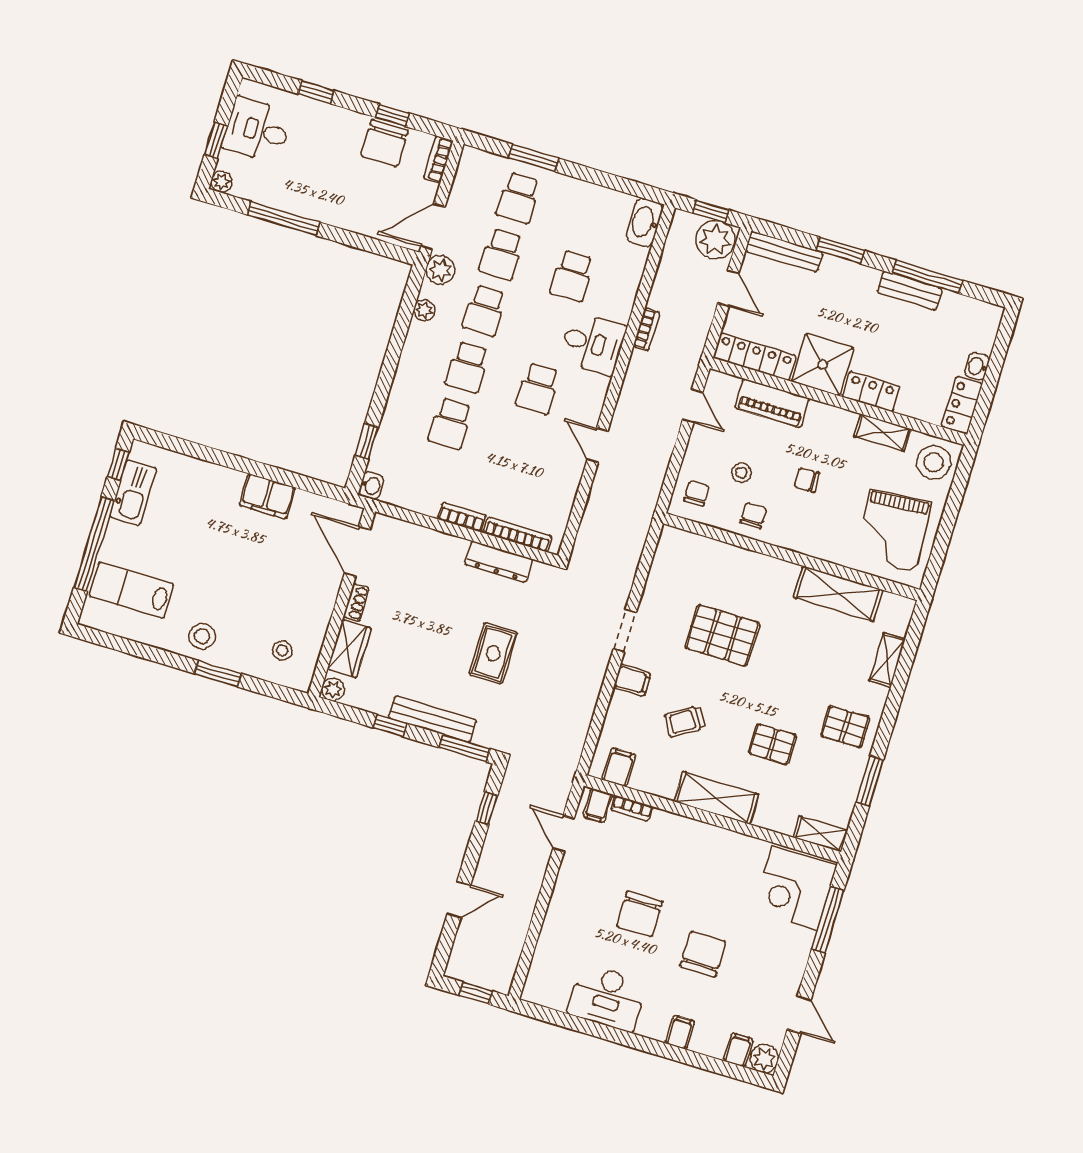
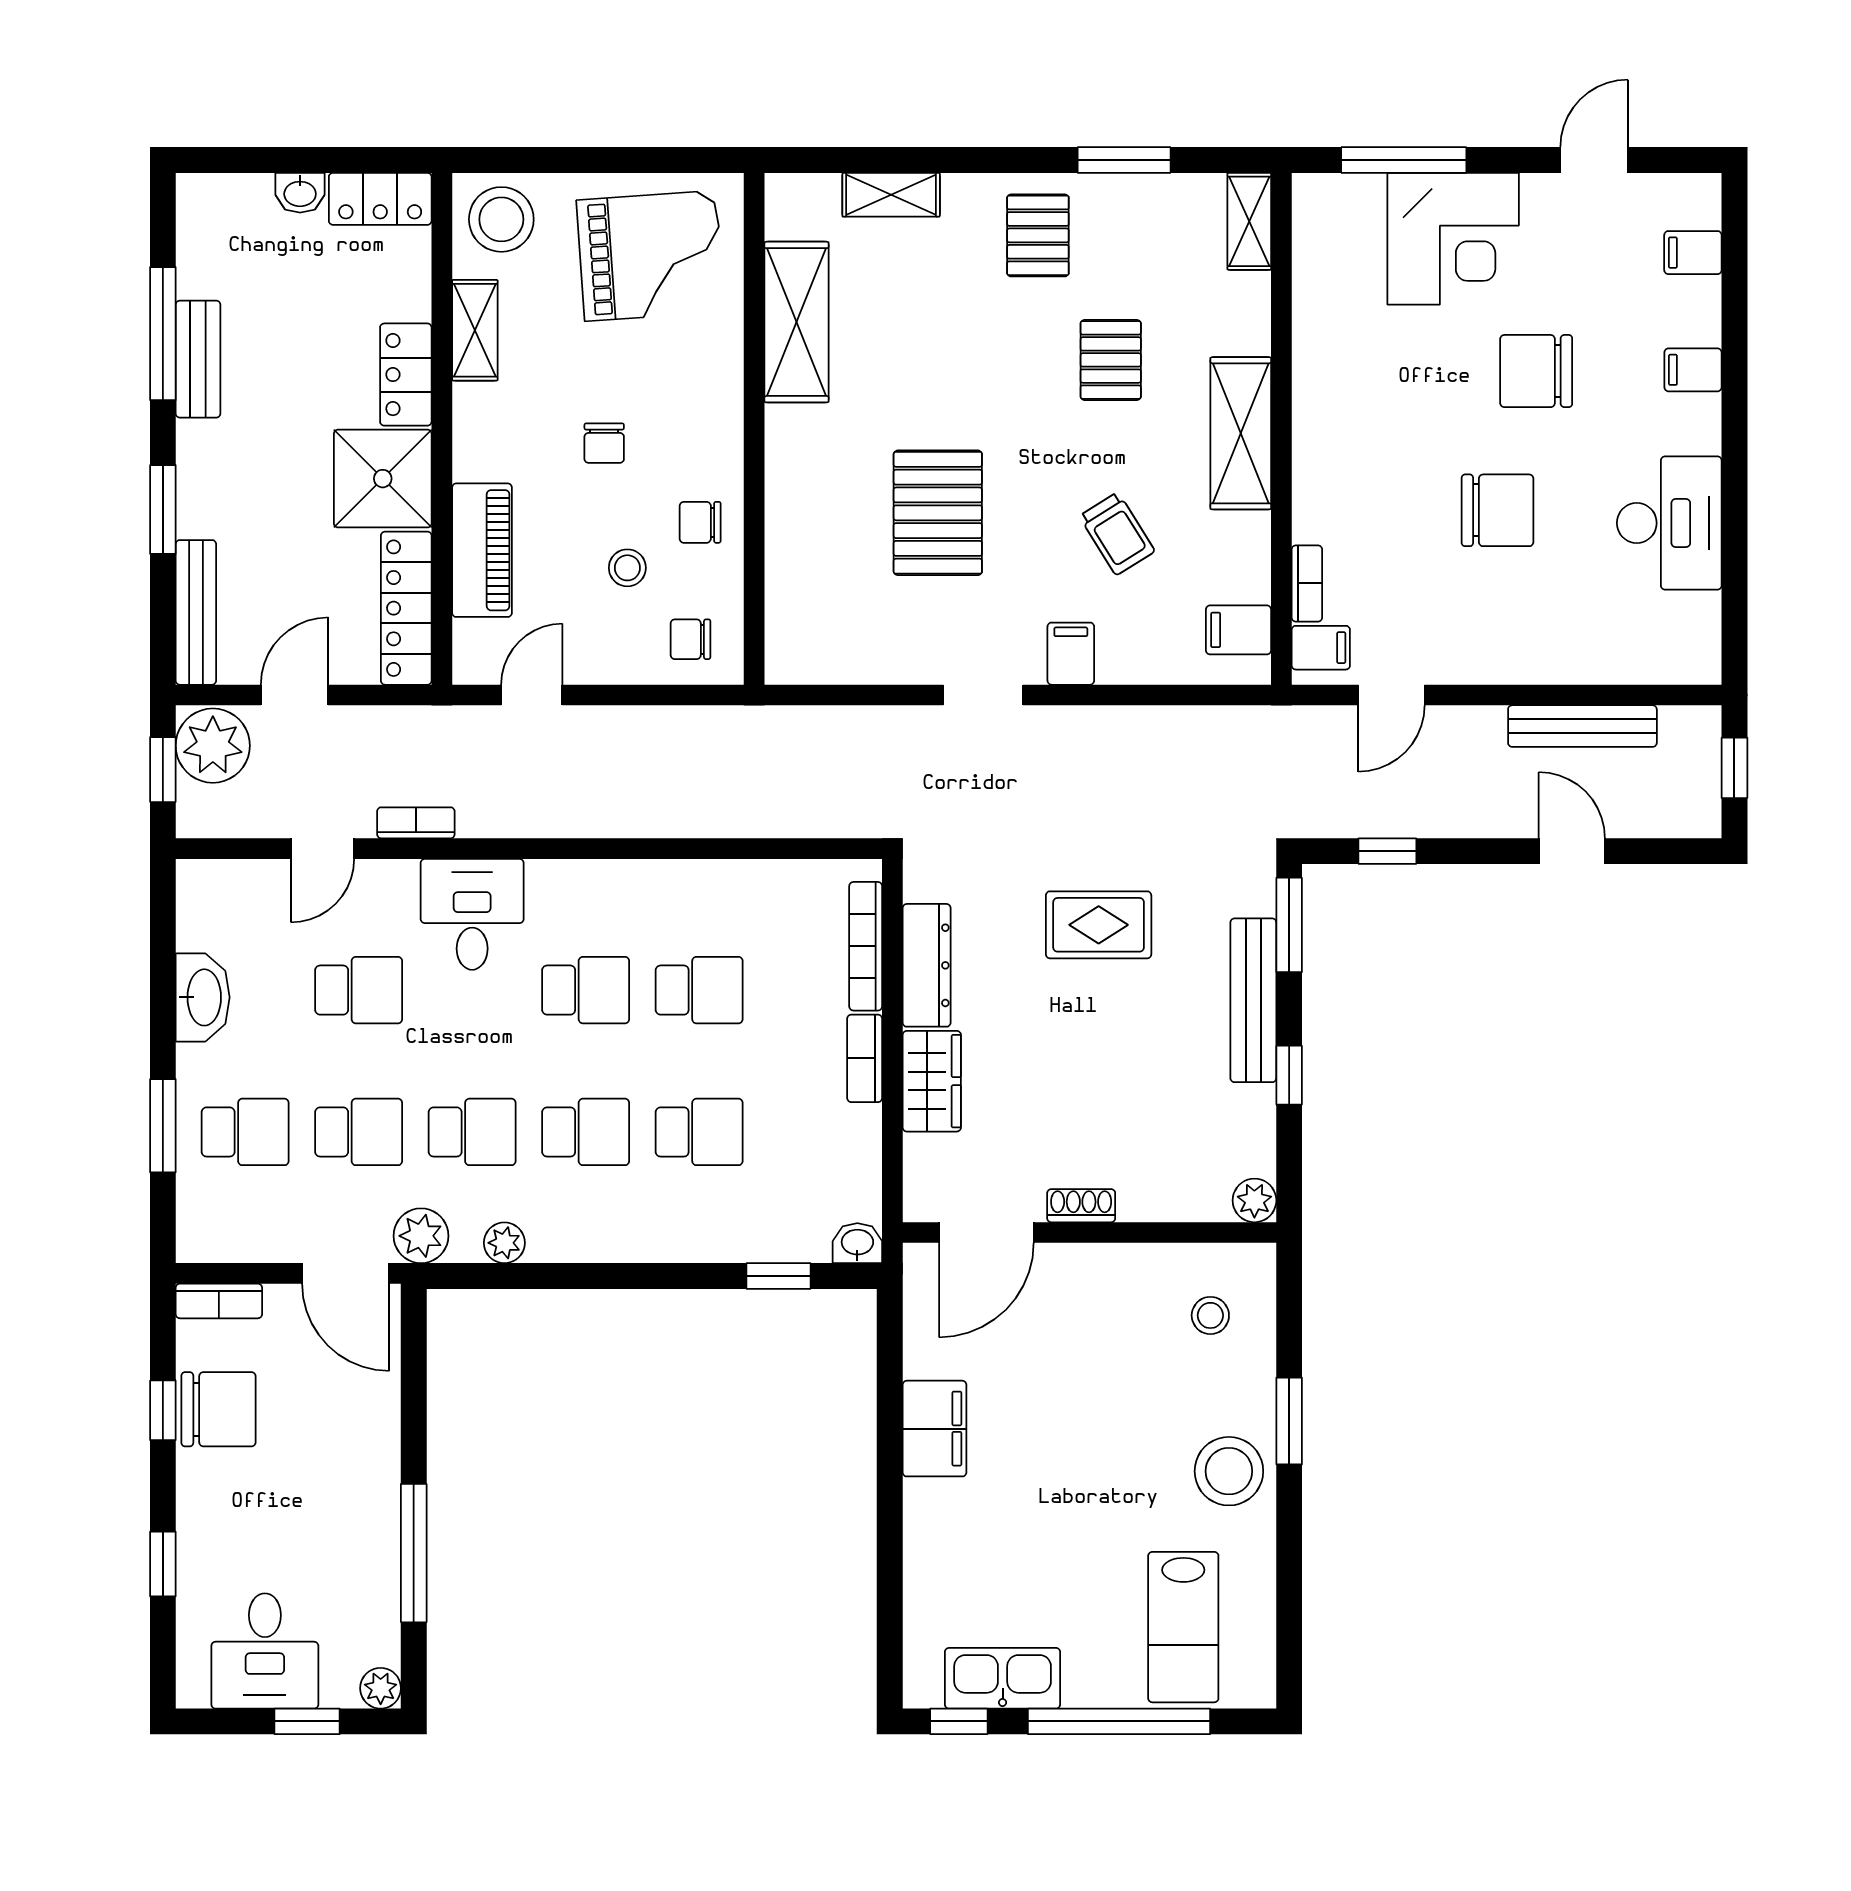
washbasin: (645, 222) -> (203, 997), moved, turned -90
school desk: (521, 445) -> (699, 990), added
door: (597, 445) -> (322, 849), moved
stool: (202, 636) -> (1229, 1471), width x1.38, depth x1.38
wardrobe: (349, 648) -> (932, 1081), moved, turned 90
corner desk: (795, 888) -> (1453, 239), moved
bench: (519, 924) -> (1582, 726), added
plant: (764, 1059) -> (1695, 200), removed

